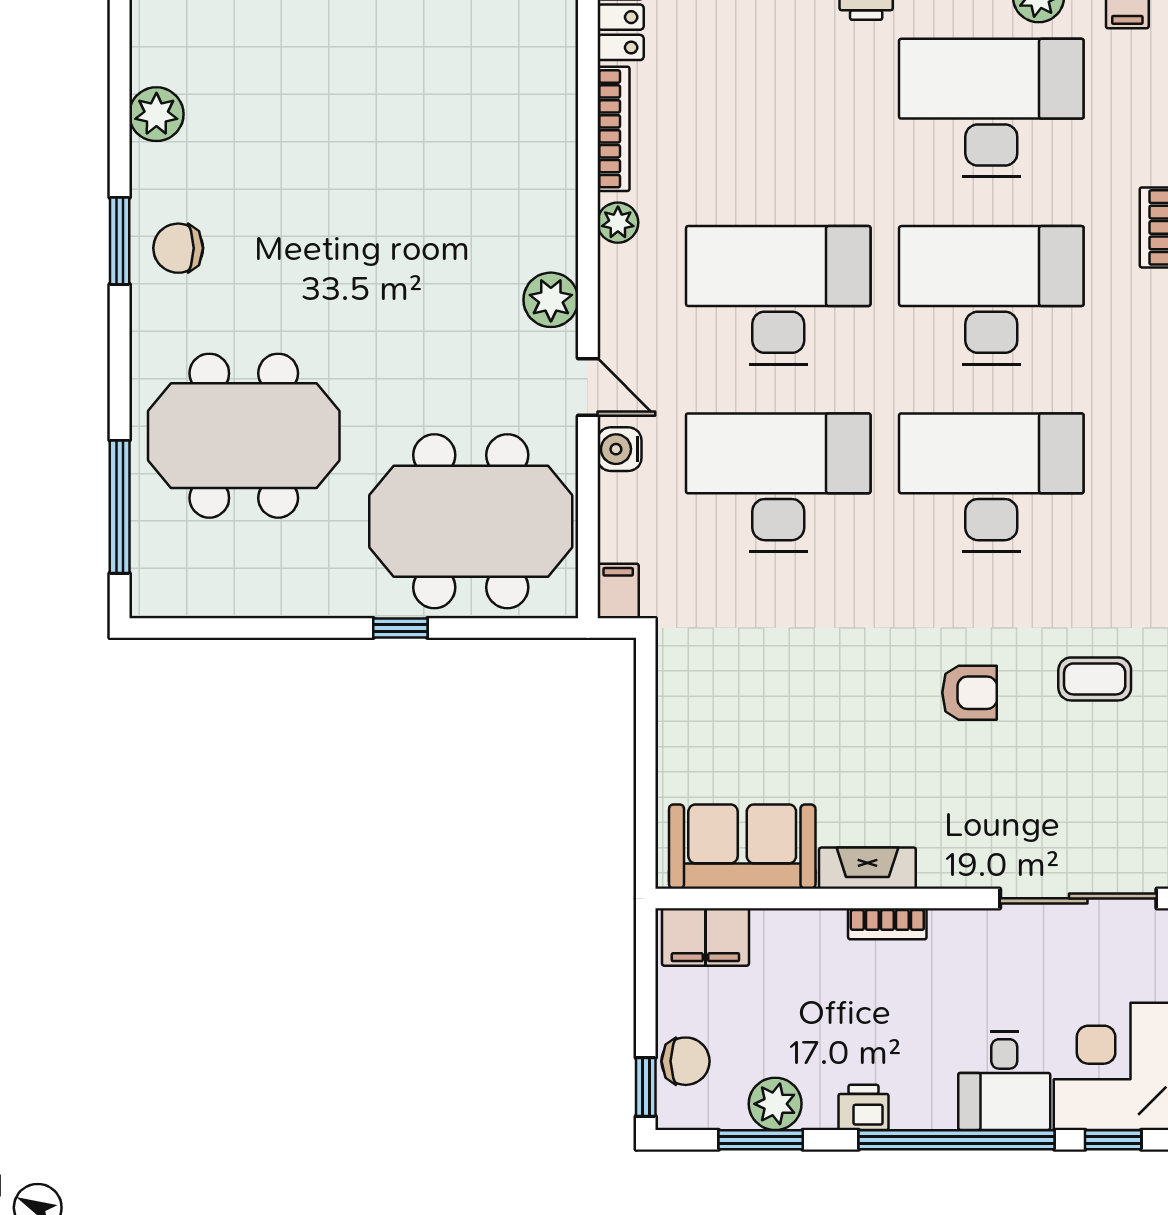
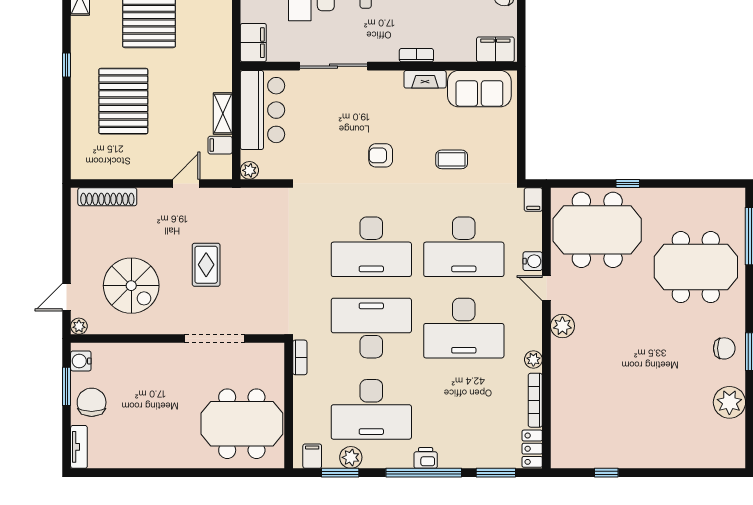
plant: (156, 114) -> (729, 402), width x1.36, depth x1.36
desk: (991, 295) -> (371, 328), turned 180
coffee table: (1095, 679) -> (452, 159), moved

